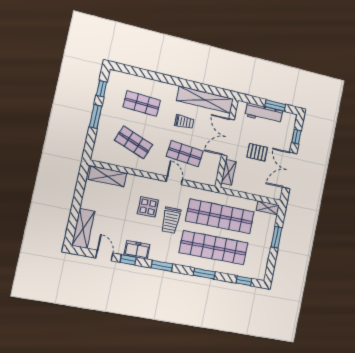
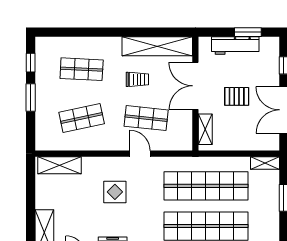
shop shelf: (134, 142) -> (82, 118), turned -33
trolley: (171, 220) -> (146, 203), removed

